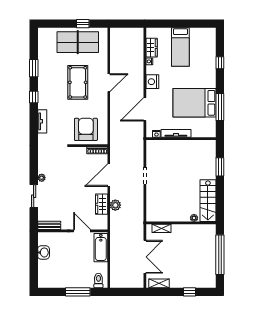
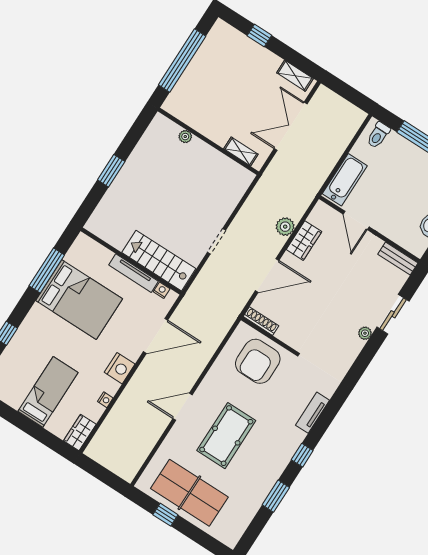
wardrobe: (152, 48) -> (80, 432), moved
window: (220, 167) -> (111, 171), moved
stairs: (208, 201) -> (159, 261), moved, turned -90

